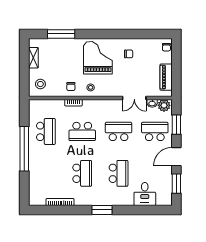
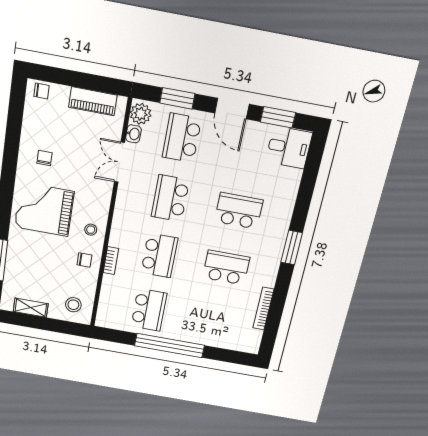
double door: (134, 98) -> (119, 162), swing flipped
school desk: (46, 131) -> (149, 310), turned 90
desk: (145, 194) -> (289, 147), moved

